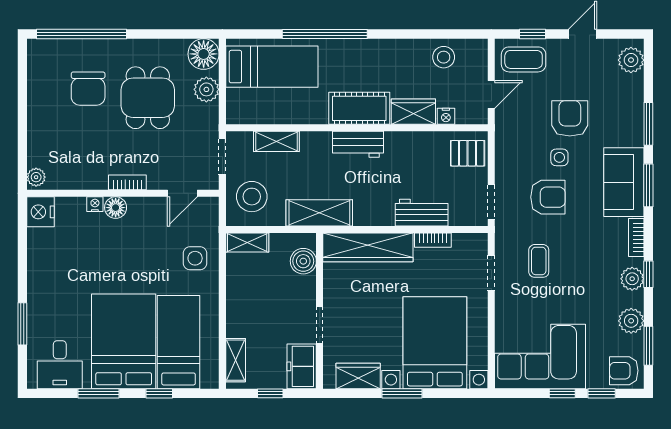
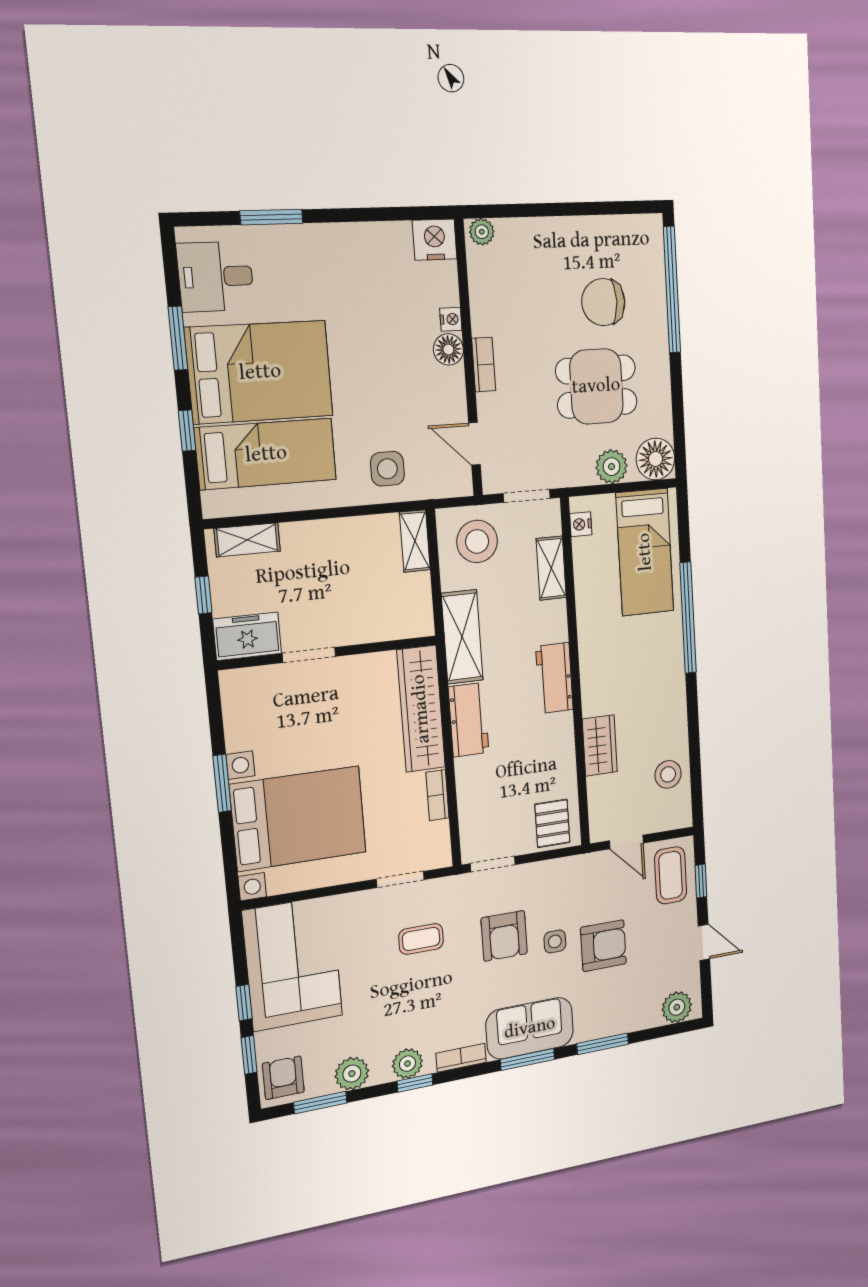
cot: (359, 108) -> (600, 674), removed
nightstand: (446, 116) -> (581, 524), moved
workbench: (422, 213) -> (469, 720), moved
boiler: (303, 261) -> (395, 622), removed
wardrobe: (358, 376) -> (241, 718), removed

